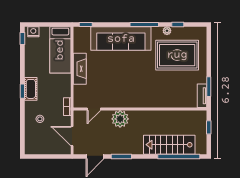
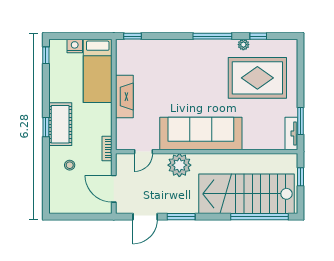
nightstand: (33, 32) -> (75, 46), moved
sofa: (121, 39) -> (201, 134), moved, turned 180
cot: (31, 89) -> (60, 124), width x1.37, depth x1.34
stairs: (169, 145) -> (247, 194), width x1.36, depth x1.51

